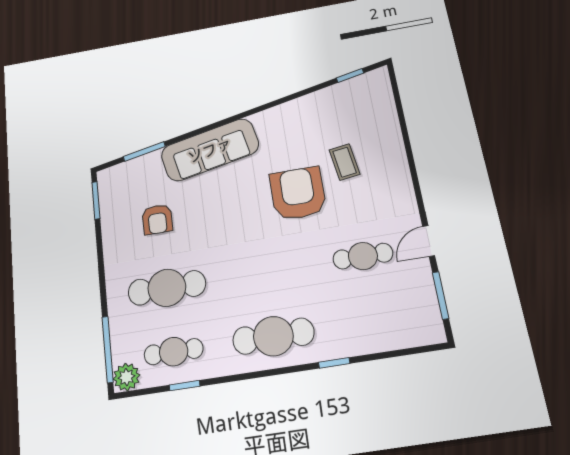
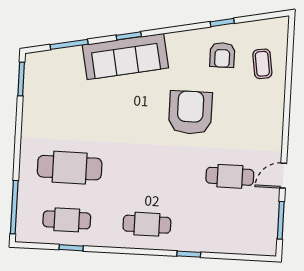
window: (350, 75) -> (222, 22), moved
window: (210, 127) -> (129, 36), added
coffee table: (345, 162) -> (262, 64), moved
armchair: (157, 219) -> (222, 55), moved
cafe table: (273, 336) -> (147, 224), width x0.73, depth x0.74
plant: (126, 377) -> (26, 232), removed

